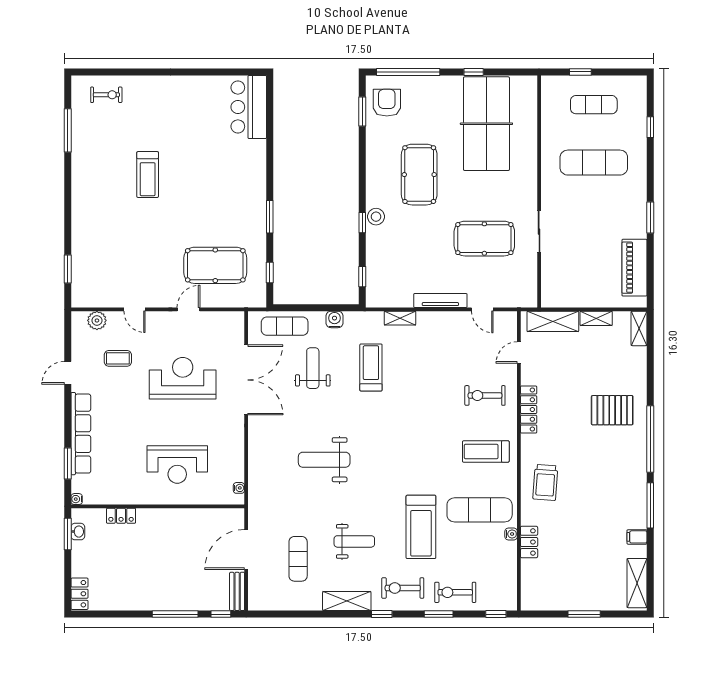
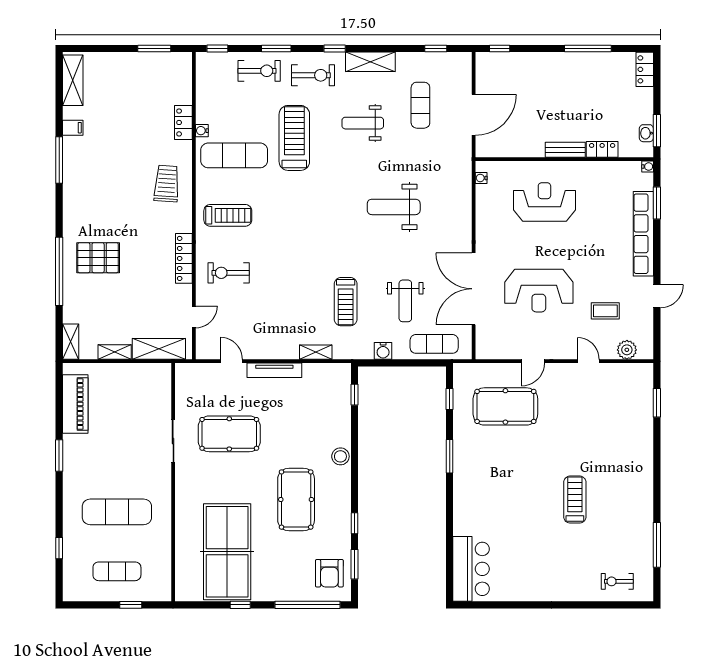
window: (362, 223) -> (355, 523), moved
exercise bike: (485, 395) -> (229, 273), turned 180
window: (650, 439) -> (59, 271), moved
weight bench: (324, 460) -> (394, 207), turned 180
bench: (237, 591) -> (565, 150), moved, turned 90
window: (175, 614) -> (588, 48), moved
window: (283, 614) -> (436, 48), added
window: (584, 614) -> (154, 48), moved

